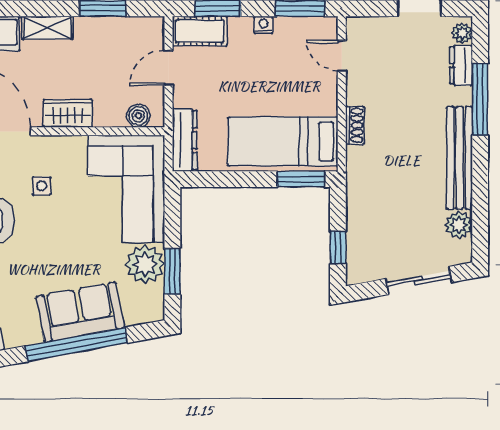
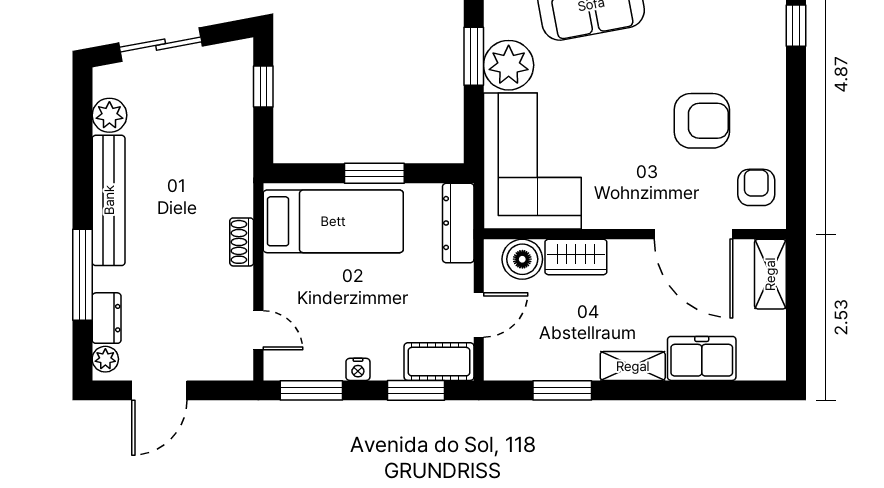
wardrobe: (68, 113) -> (576, 257), moved
boiler: (138, 116) -> (522, 259), width x1.36, depth x1.36
window: (301, 179) -> (374, 173), moved
side table: (42, 186) -> (640, 165), removed

